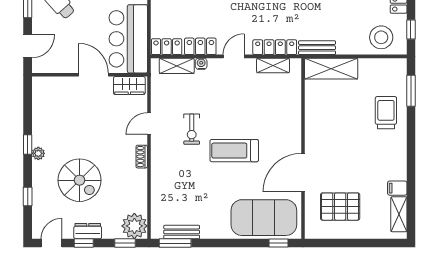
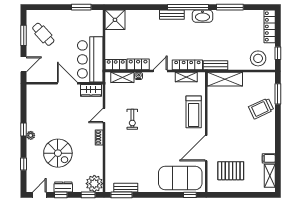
trolley: (386, 113) -> (261, 108), turned -115
treadmill: (234, 151) -> (194, 112), moved, turned -90

